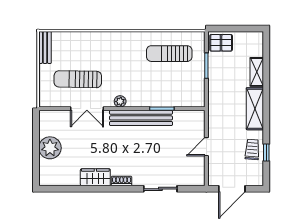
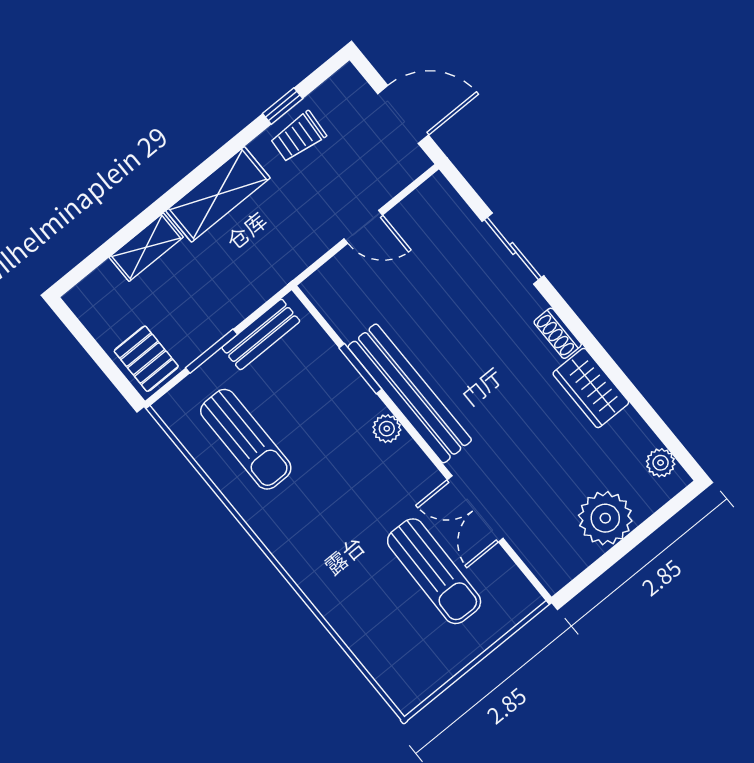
bench: (45, 48) -> (261, 334), moved
plant: (120, 101) -> (387, 429), moved
double door: (87, 109) -> (475, 509), swing flipped
plant: (53, 180) -> (661, 463), added

